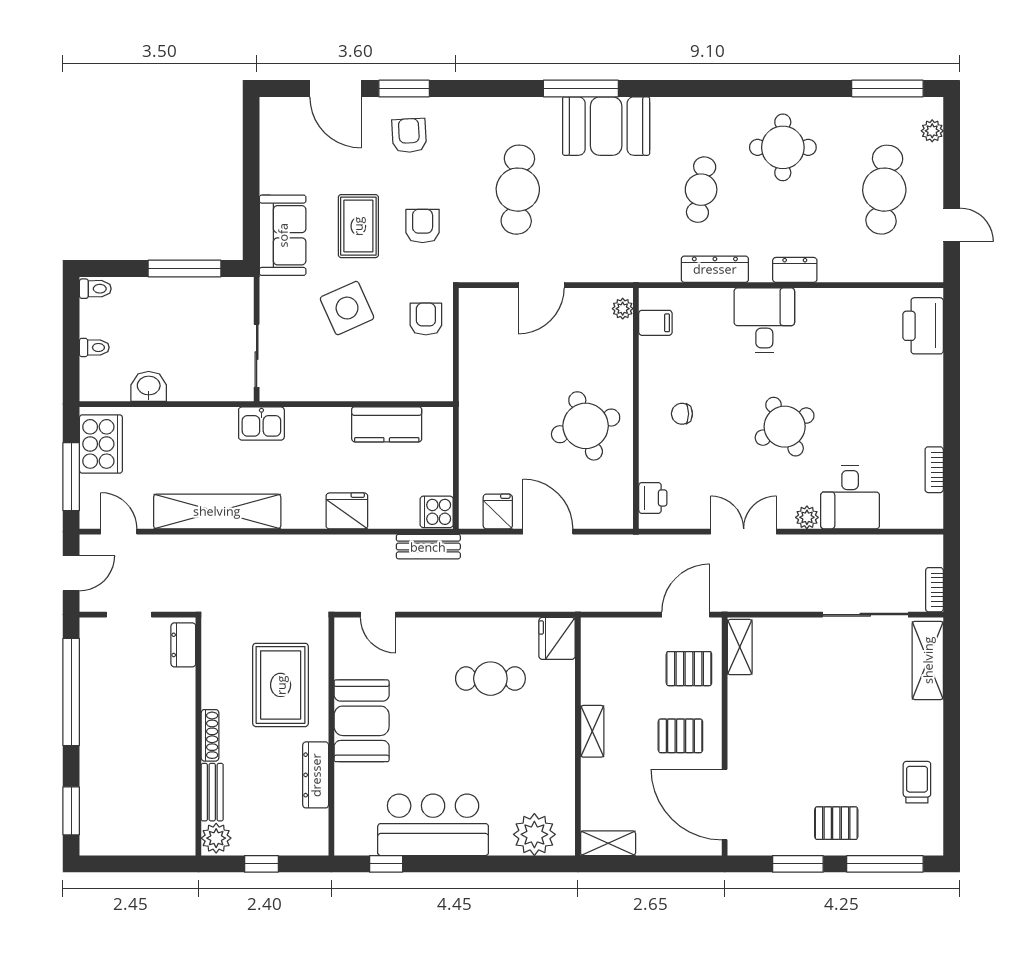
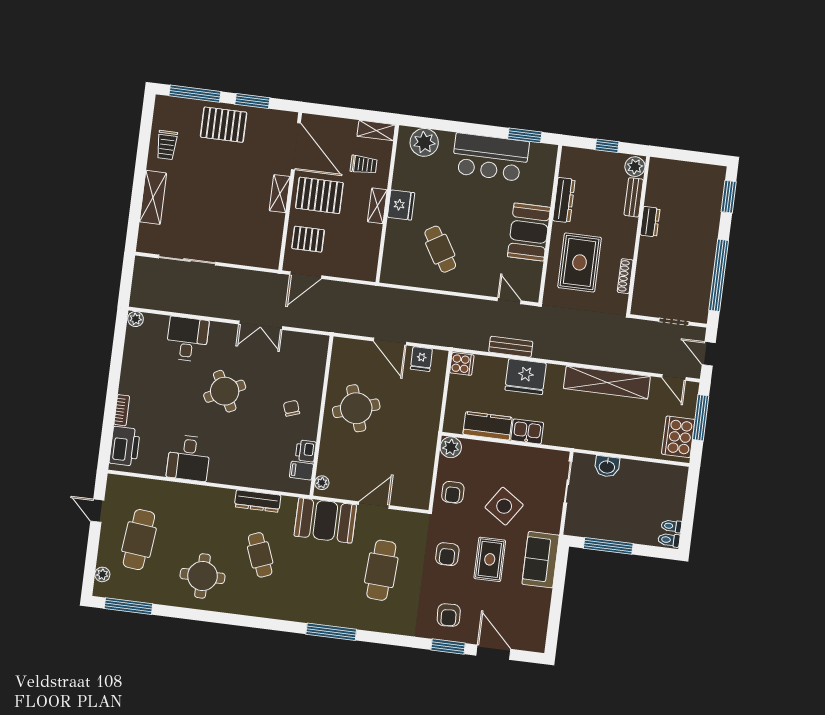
booth: (606, 126) -> (325, 520), moved
cafe table: (701, 190) -> (260, 555), turned -30
dresser: (795, 270) -> (205, 494), removed
side table: (347, 308) -> (504, 506), turned -32
desk: (764, 320) -> (189, 458), moved
toilet: (94, 347) -> (671, 526), moved
washbasin: (149, 386) -> (607, 466), moved
plant: (437, 386) -> (451, 447), added
chair: (682, 414) -> (291, 408), turned -109
kitchen sink: (261, 424) -> (527, 431), moved
bookcase: (934, 470) -> (122, 410), moved
printer: (653, 498) -> (306, 451), moved
fridge: (347, 511) -> (526, 377), width x1.36, depth x1.34
plant: (807, 517) -> (136, 319), moved
bench: (428, 547) -> (511, 347), moved
door: (71, 573) -> (709, 354), hinge flipped
bookcase: (934, 590) -> (139, 271), removed
fridge: (557, 638) -> (401, 205), moved
dresser: (183, 645) -> (650, 222), moved
shelving: (740, 647) -> (280, 194), moved
shelving: (928, 660) -> (153, 197), moved
cafe table: (490, 679) -> (440, 249), turned 59
shoe rack: (210, 735) -> (625, 276), moved
pallet: (680, 736) -> (319, 195), width x1.50, depth x1.42
trolley: (620, 790) -> (364, 165), added
pallet: (836, 823) -> (224, 125), width x1.50, depth x1.42
window: (386, 864) -> (525, 135), width x1.50

